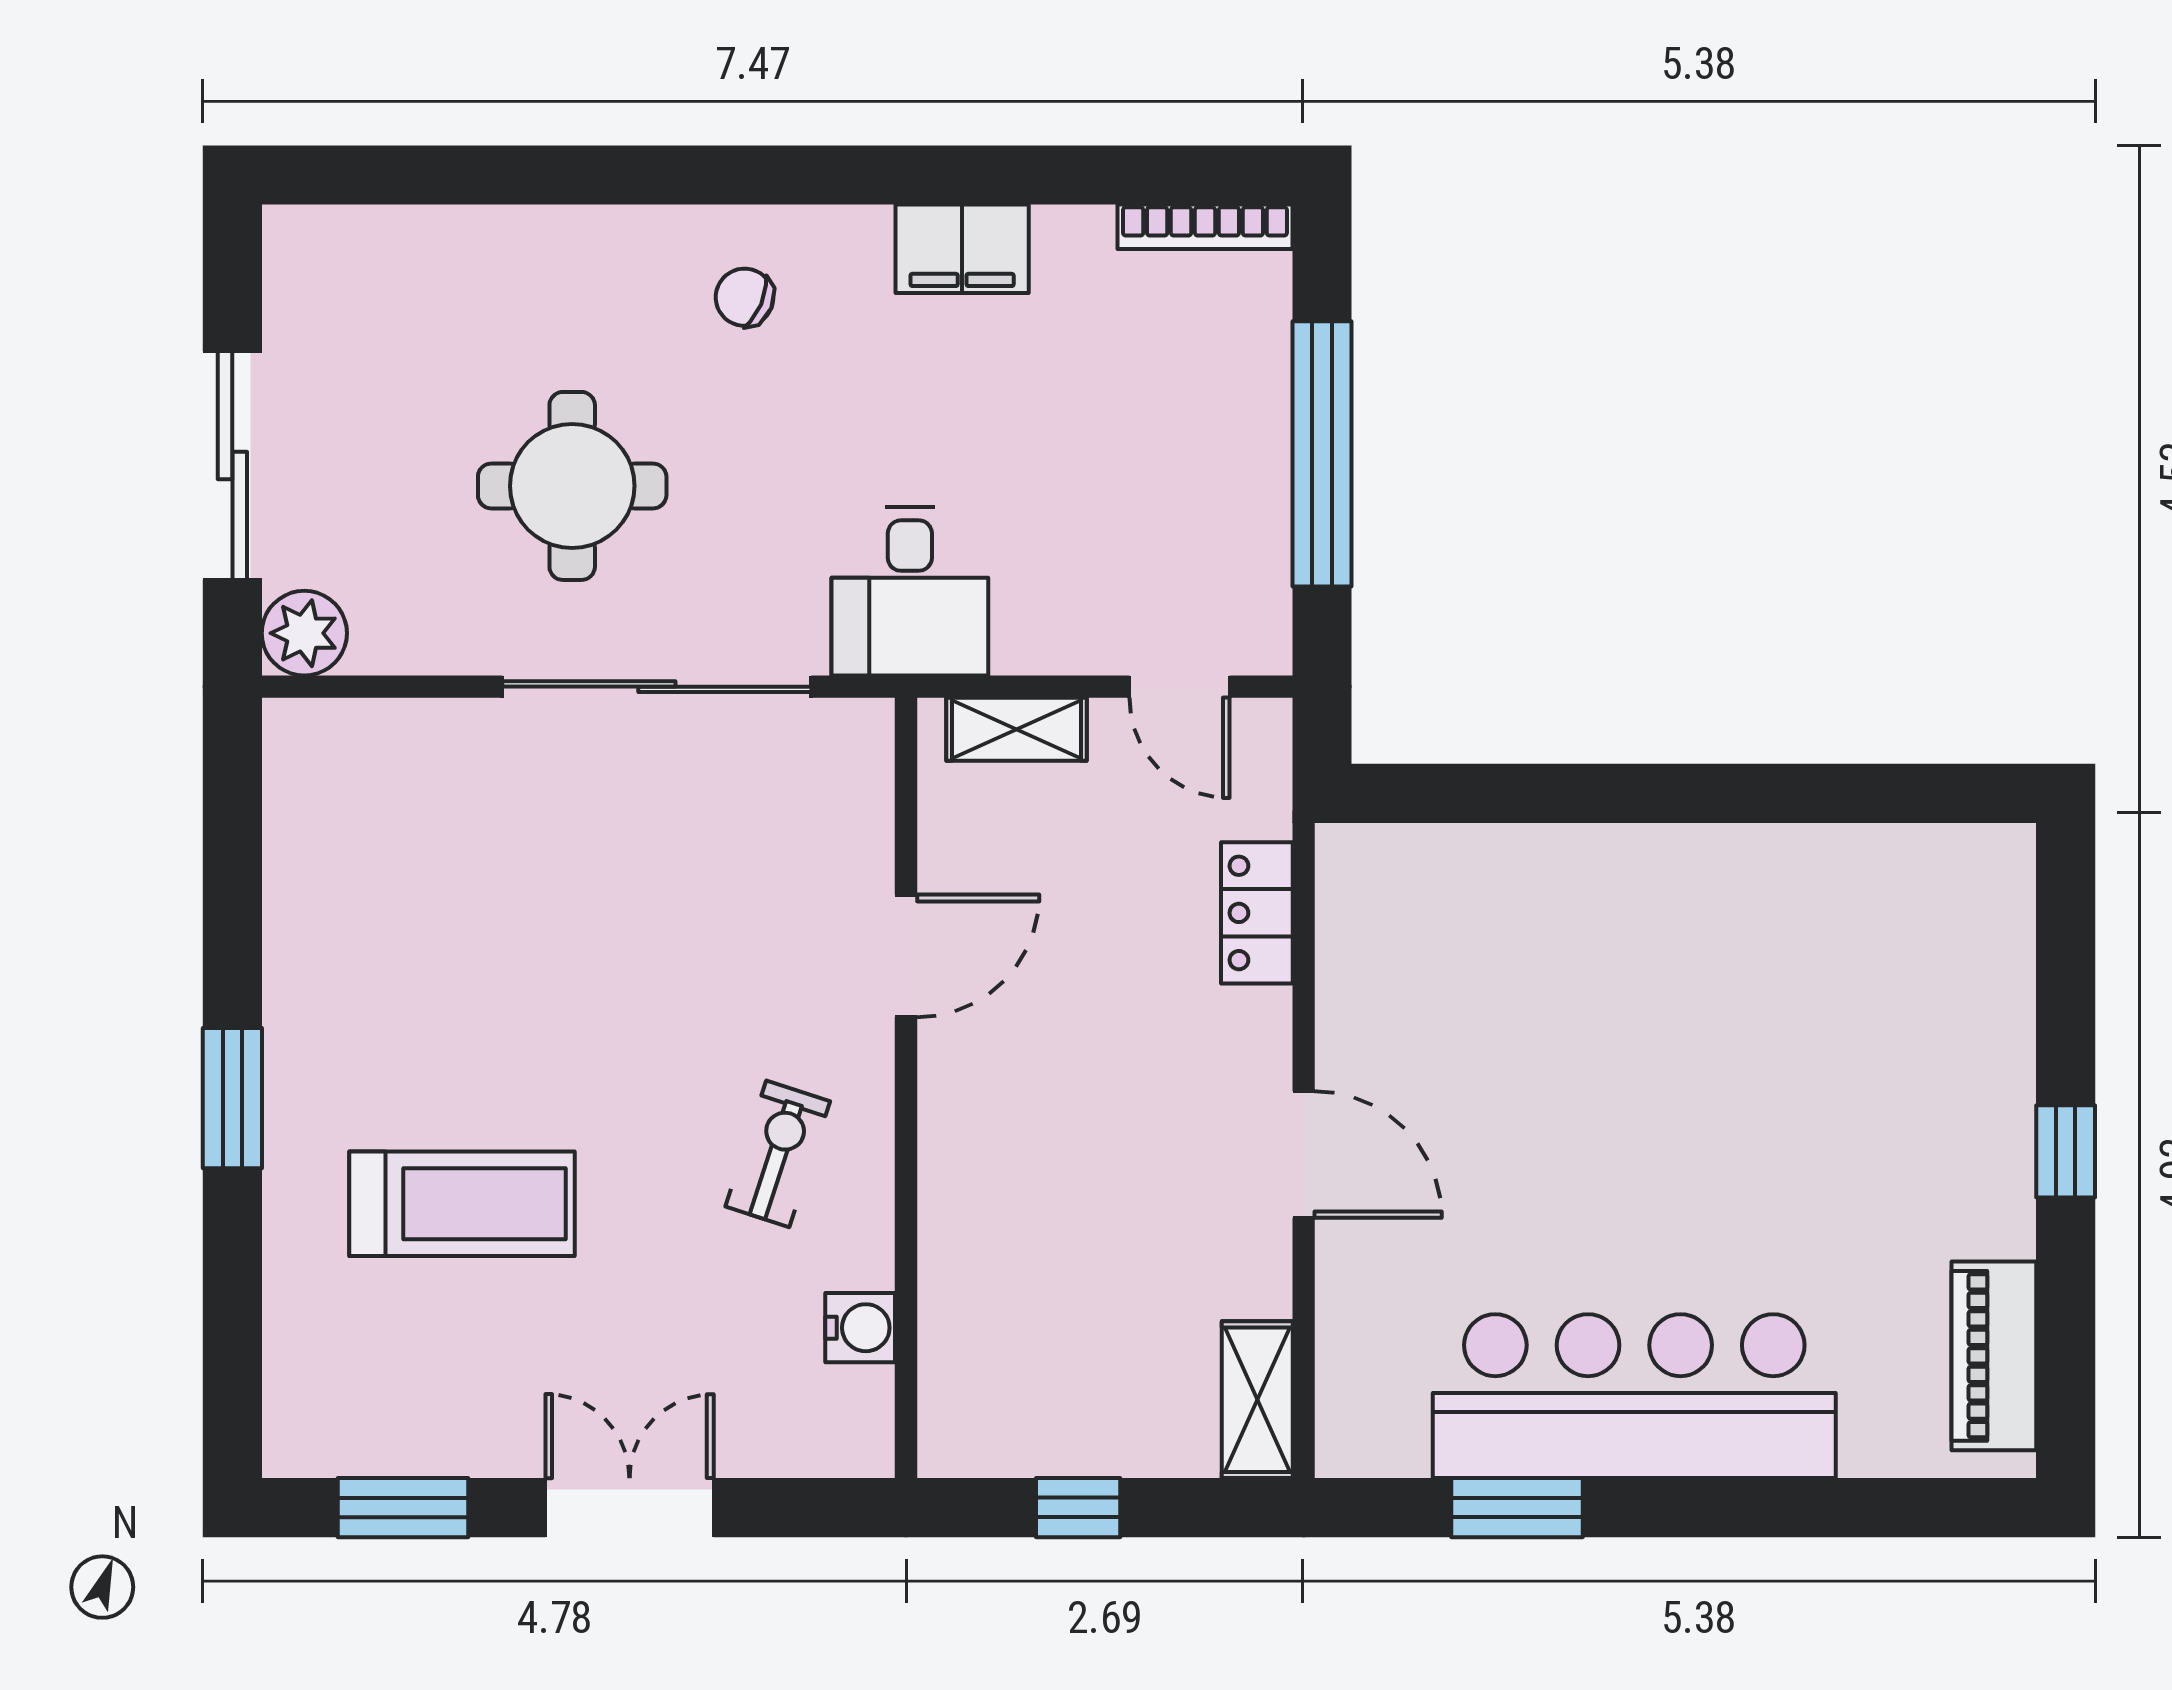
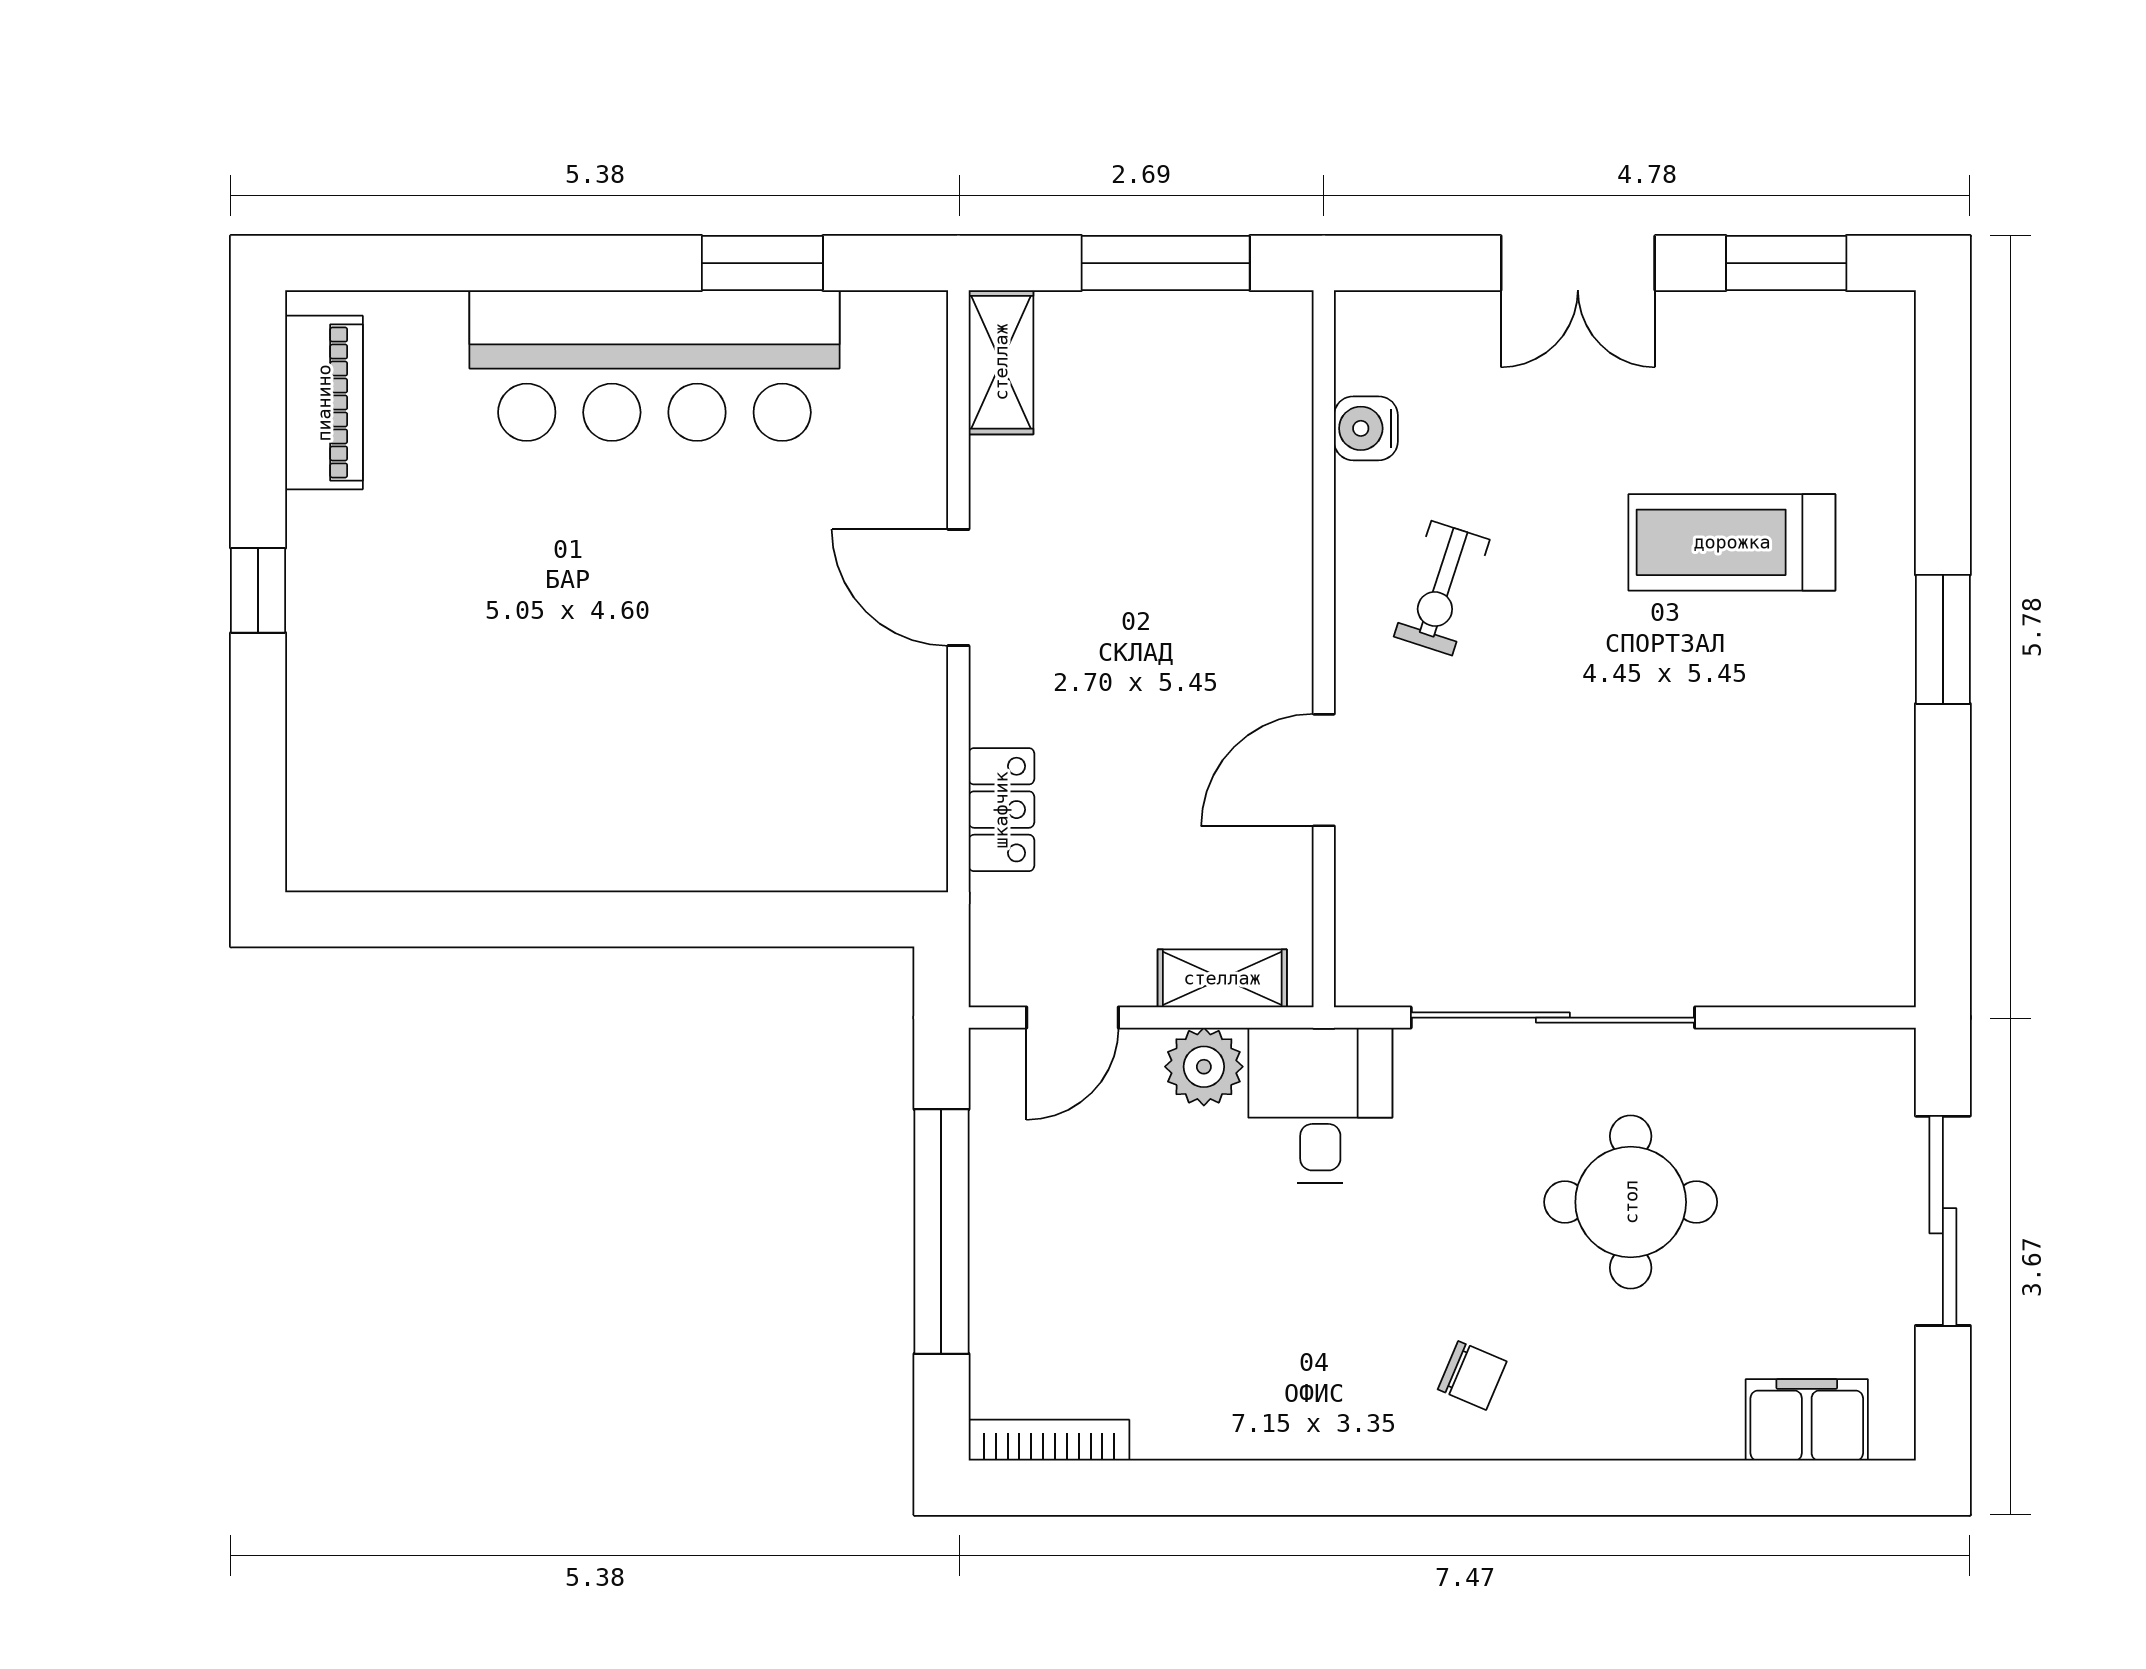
filing cabinet: (962, 249) -> (1807, 1420), moved
plant: (304, 633) -> (1204, 1067), moved
door: (1179, 687) -> (1073, 1018), swing flipped
window: (1078, 1508) -> (1166, 263), width x2.17

